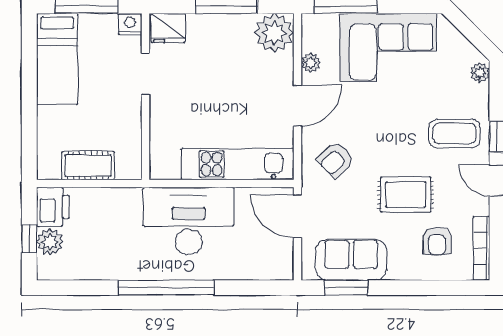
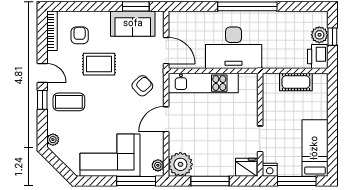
plant: (311, 63) -> (158, 165), moved

